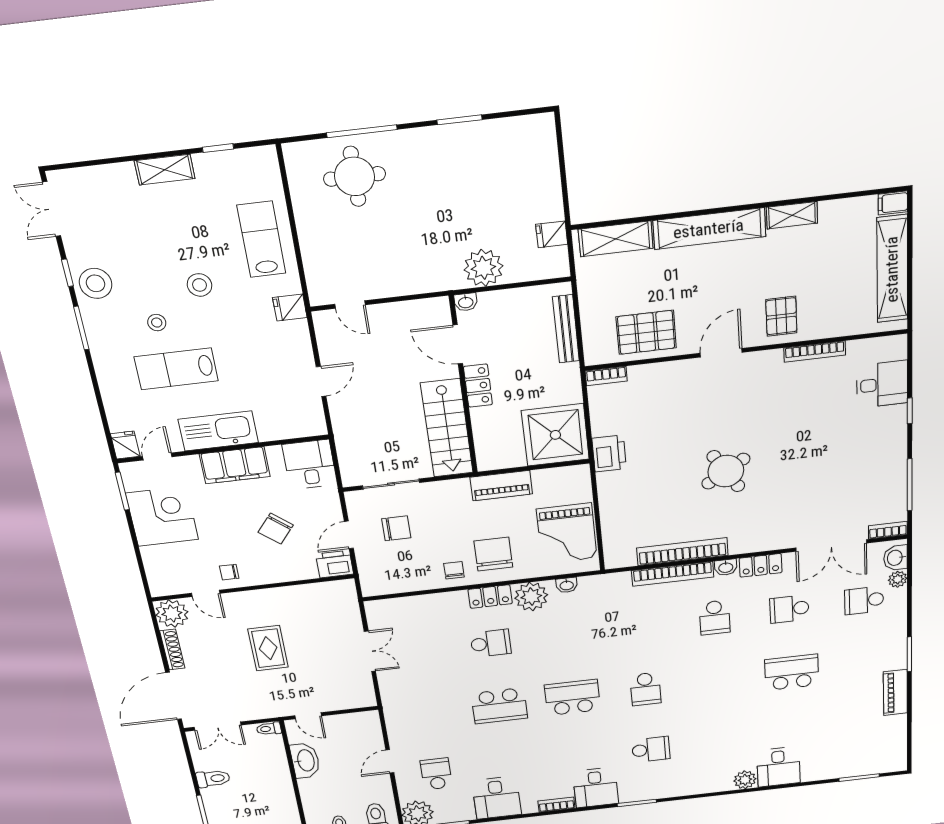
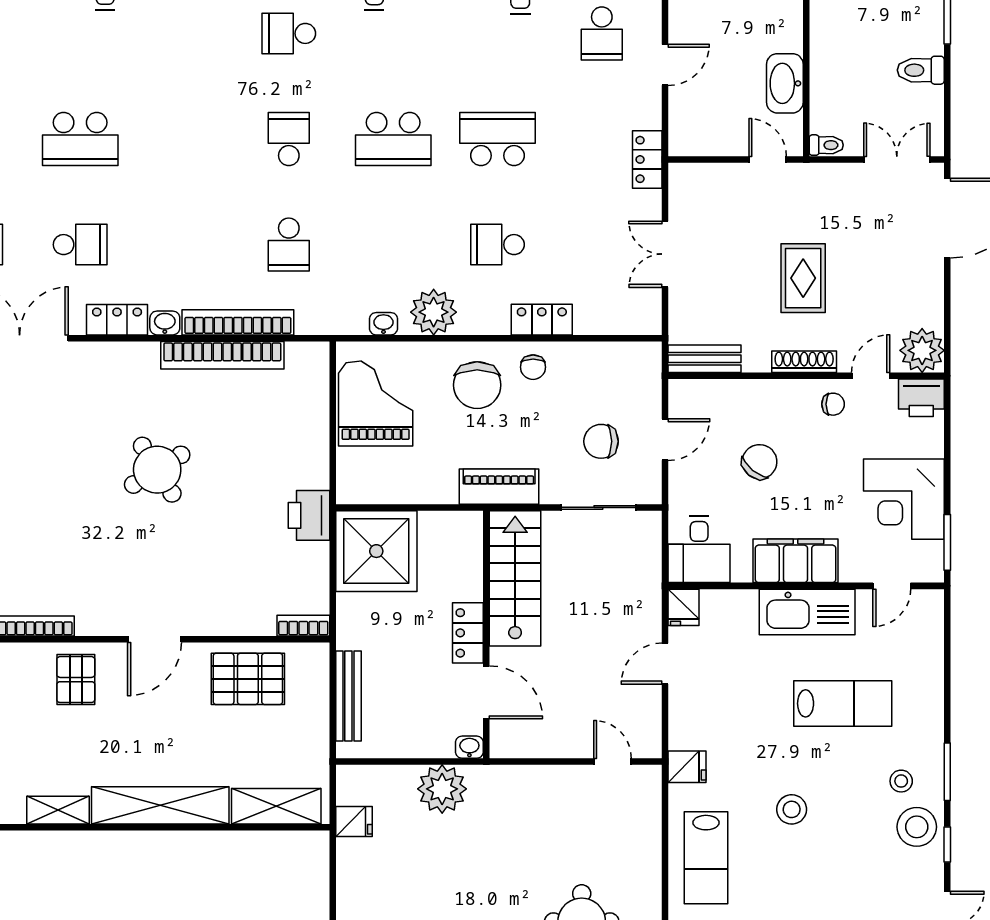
stool: (157, 323) -> (901, 781), moved
fridge: (125, 445) -> (684, 607), moved
piano: (501, 486) -> (499, 487), moved
printer: (335, 564) -> (921, 398), moved
bench: (329, 590) -> (705, 359), added
door: (206, 593) -> (871, 376), hinge flipped
locker: (490, 597) -> (542, 320), moved
school desk: (715, 618) -> (289, 245), moved, turned 180
shoe rack: (172, 649) -> (804, 362), moved, turned 90
locker: (393, 706) -> (647, 159), added

